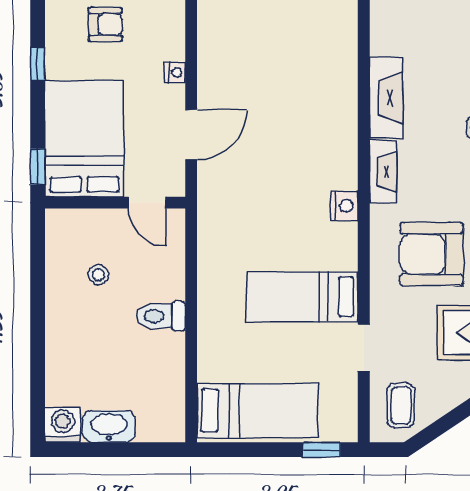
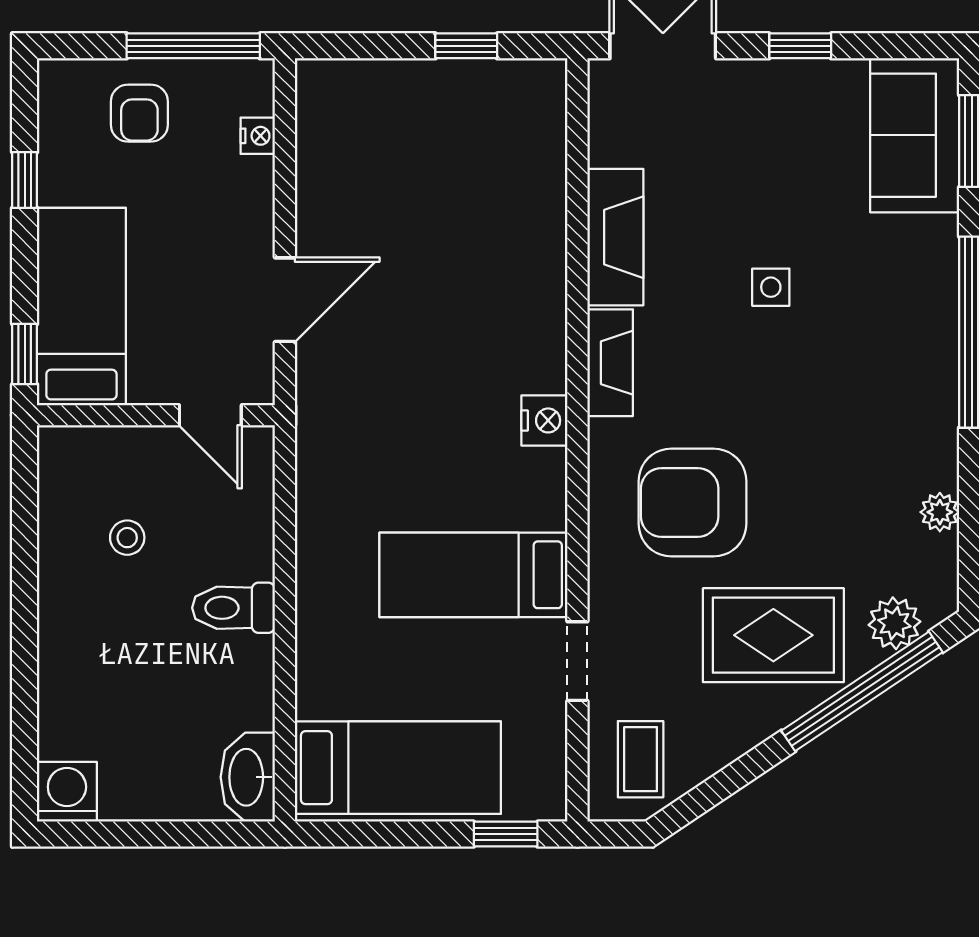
armchair: (105, 24) -> (139, 113), turned 90
nightstand: (175, 72) -> (258, 136), moved
bed: (84, 139) -> (81, 307), width x0.67
washbasin: (109, 426) -> (248, 777), moved, turned -90

